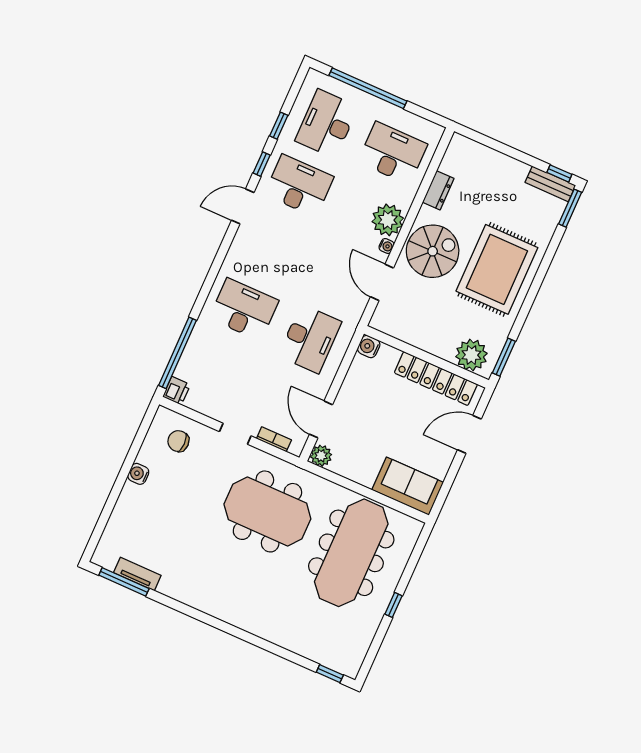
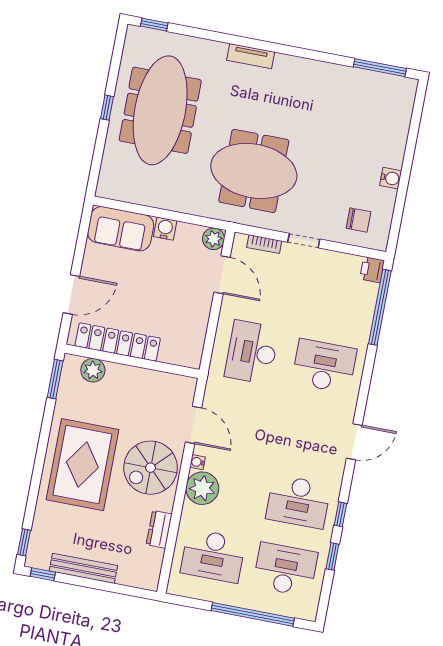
desk: (327, 124) -> (285, 569), turned -90
bench: (550, 184) -> (83, 568), moved, width x1.36
door: (243, 206) -> (354, 442), moved
window: (570, 208) -> (24, 542), width x0.67
desk: (244, 309) -> (324, 366), turned 180
water cooler: (369, 347) -> (165, 229), moved, turned -90
plant: (471, 355) -> (93, 370), width x0.73, depth x0.73
meeting table: (351, 553) -> (160, 110), moved
tv unit: (137, 574) -> (251, 56), moved

